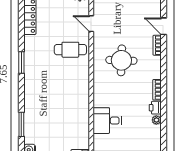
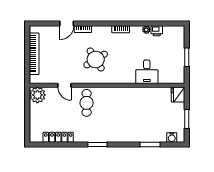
door: (91, 24) -> (64, 85), hinge flipped
round table: (121, 60) -> (96, 60), turned -34
printer: (155, 108) -> (157, 31), moved

